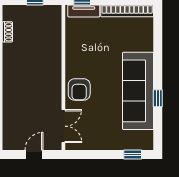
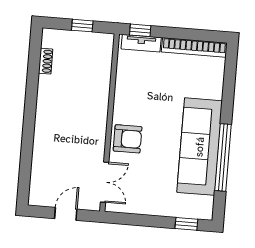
armchair: (79, 89) -> (128, 139), turned -90
window: (158, 98) -> (223, 157), width x3.17

